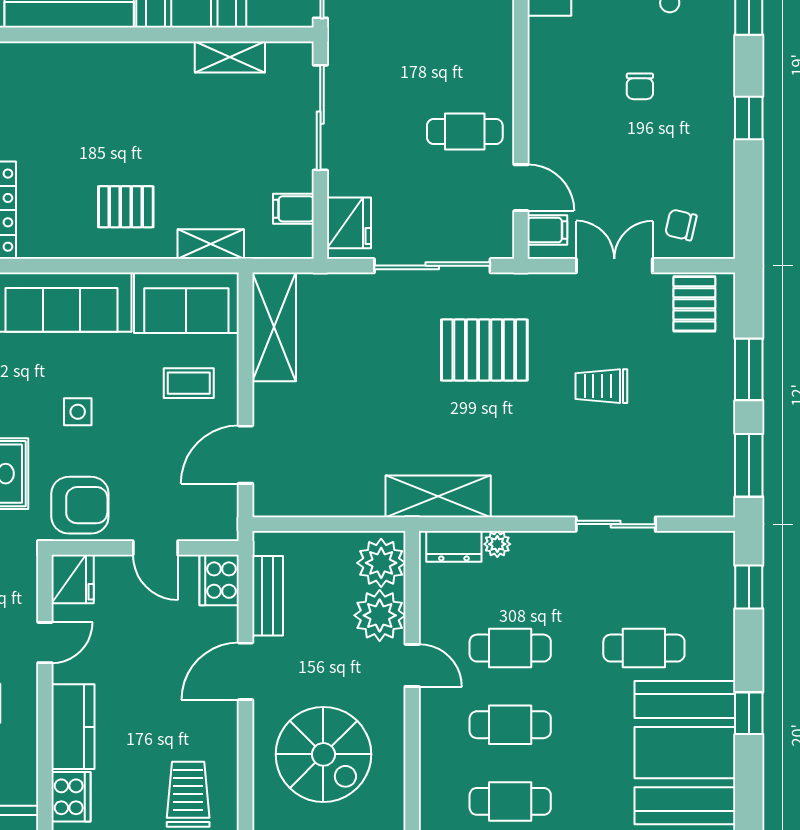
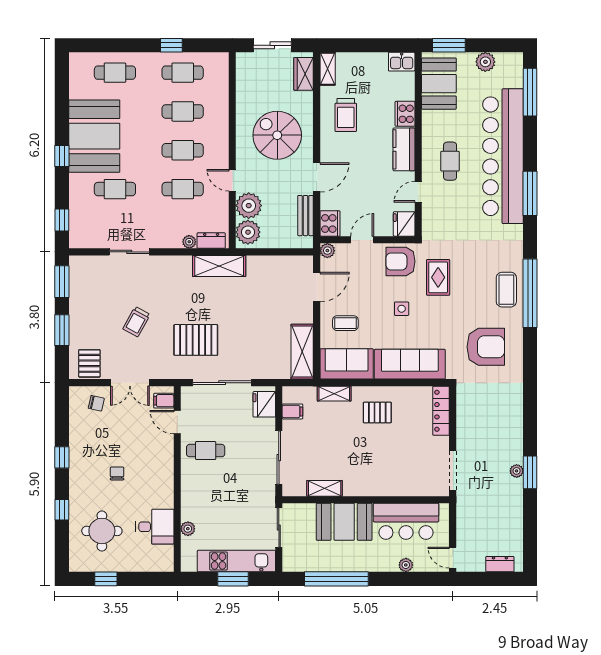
trolley: (601, 386) -> (136, 322), turned 119
plant: (224, 527) -> (327, 251), added
door: (155, 548) -> (362, 240), hinge flipped

